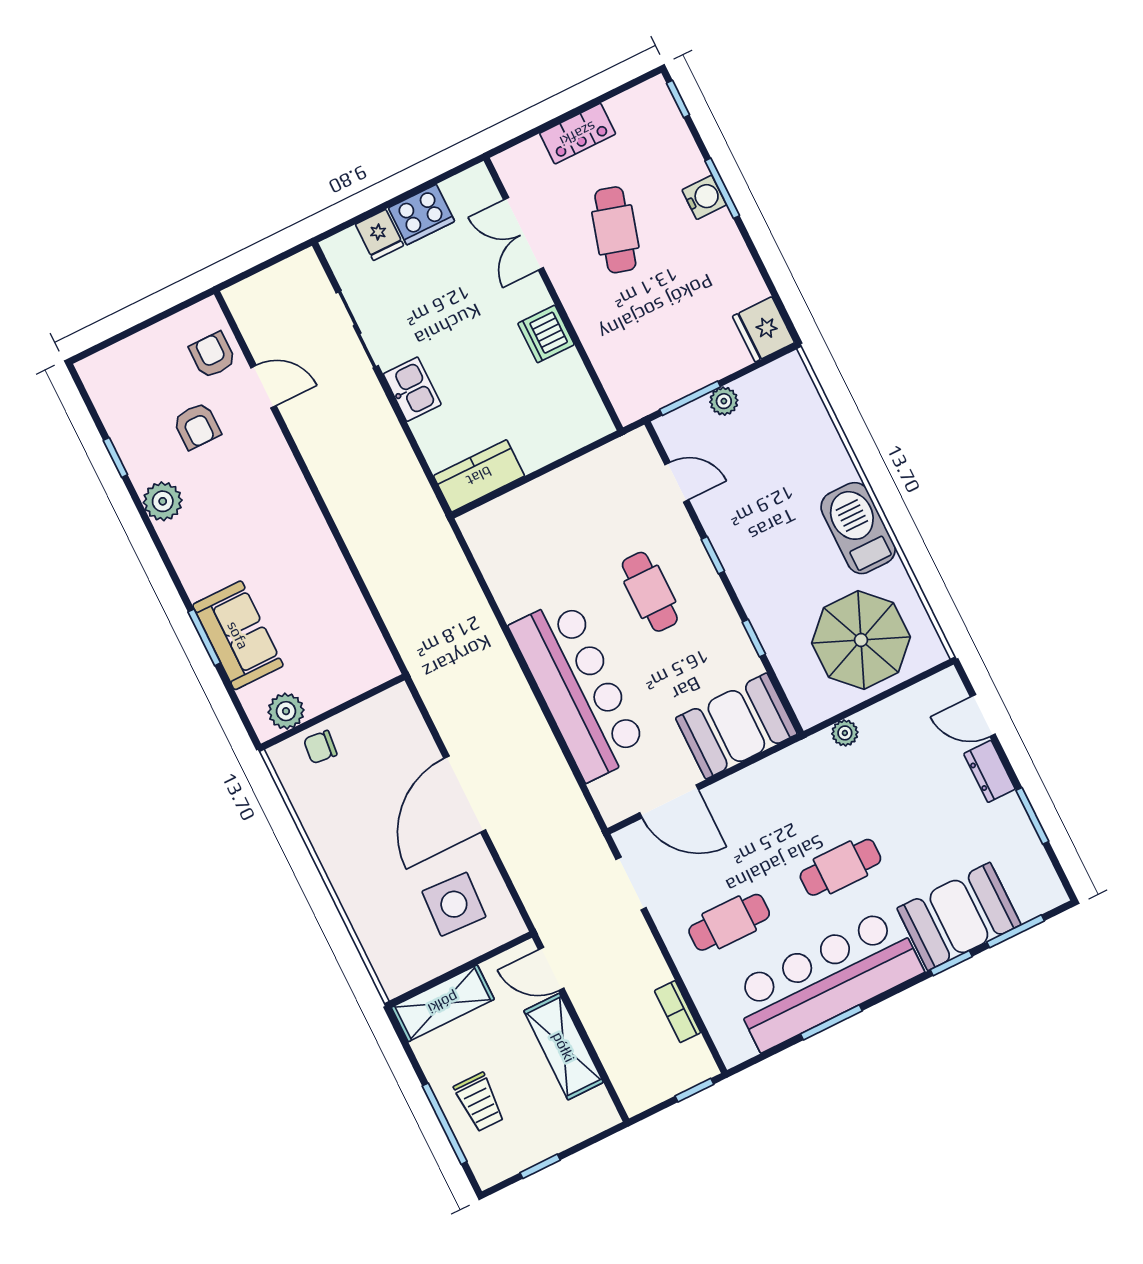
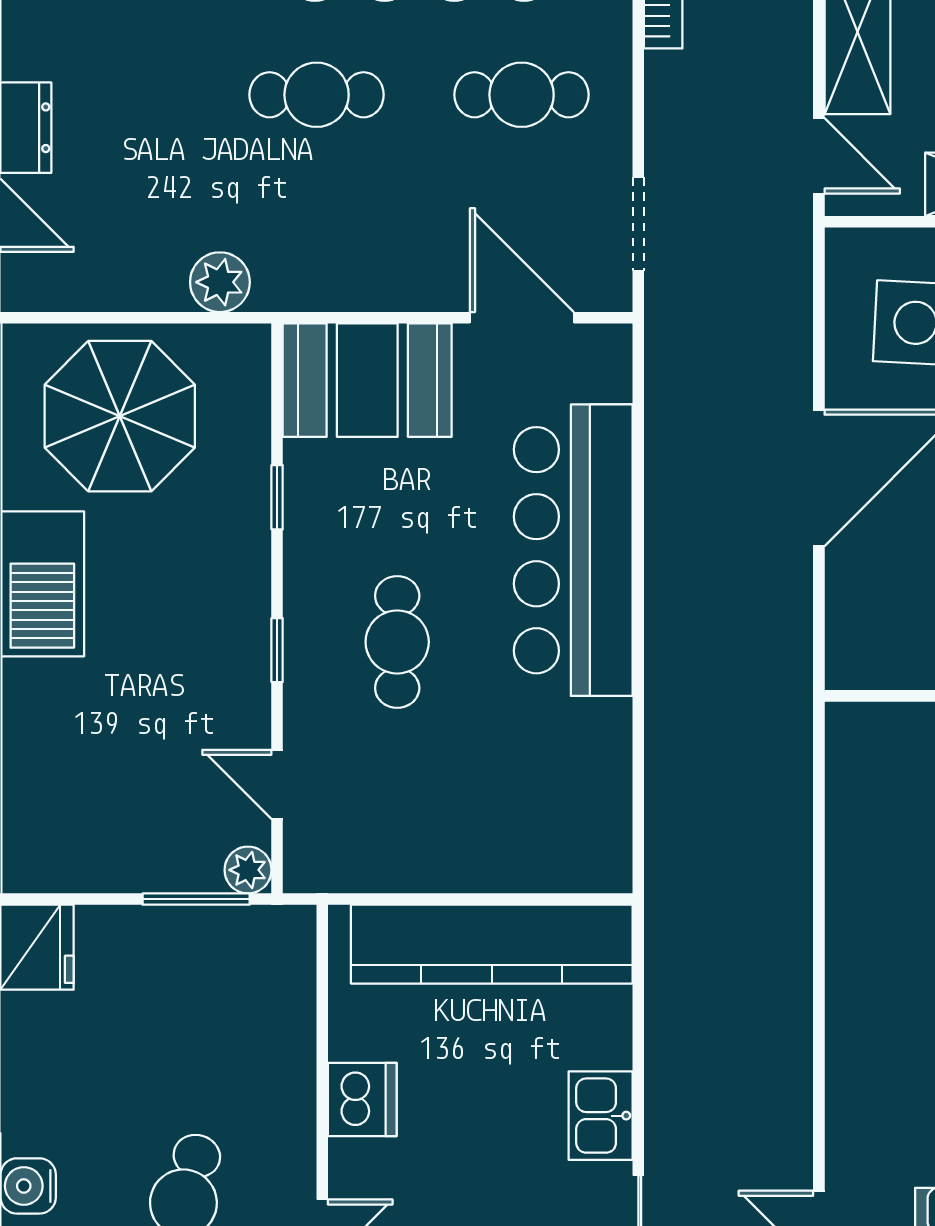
plant: (724, 401) -> (248, 870), moved
kitchen counter: (479, 476) -> (492, 944), width x2.08, depth x1.17
plant: (845, 733) -> (220, 282), width x1.38, depth x1.38

